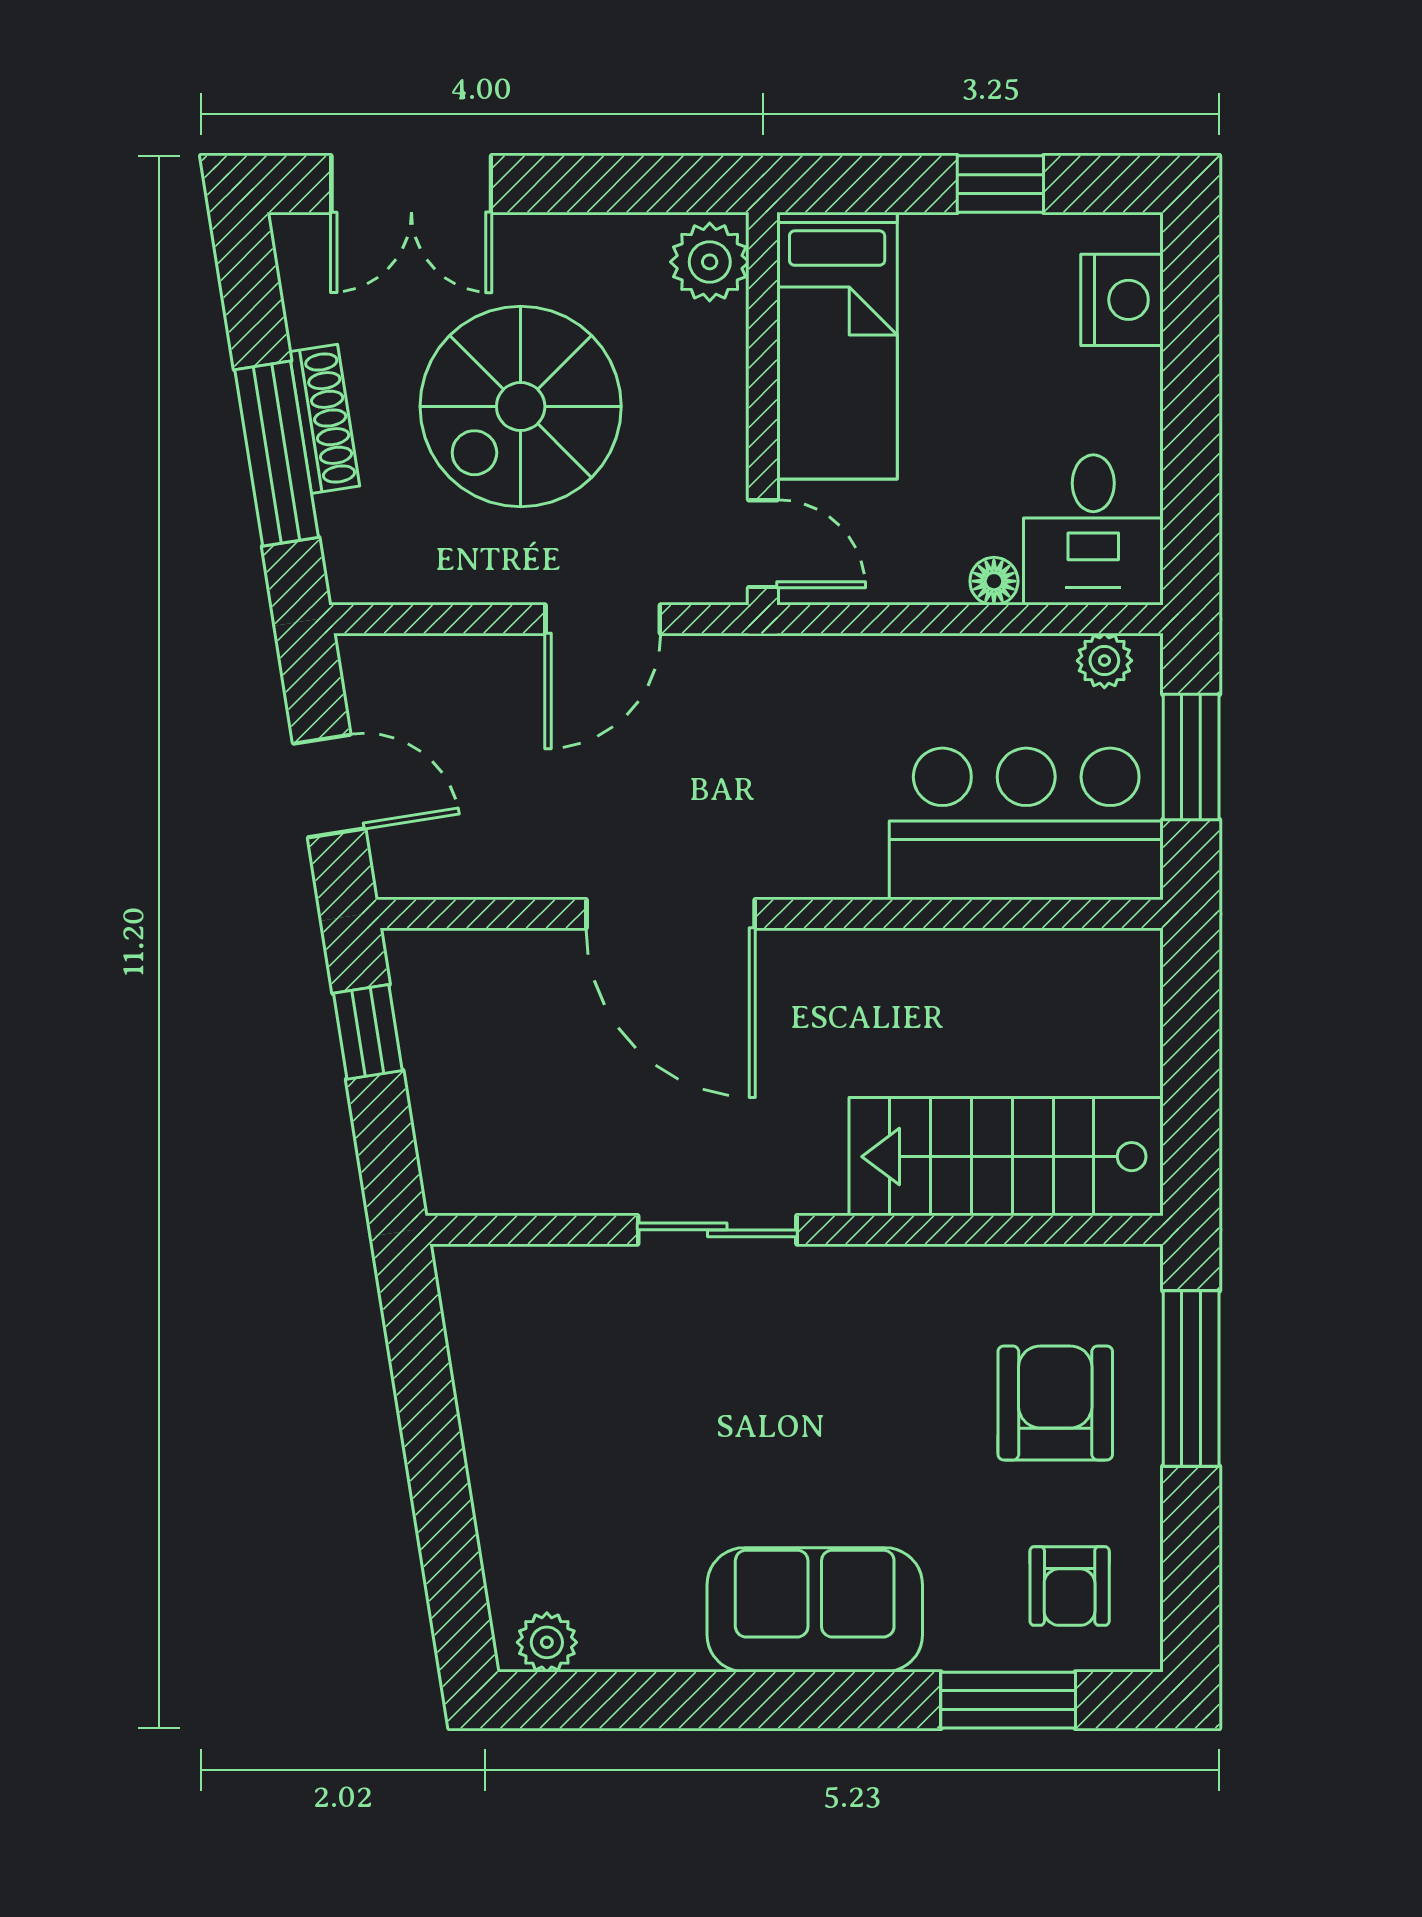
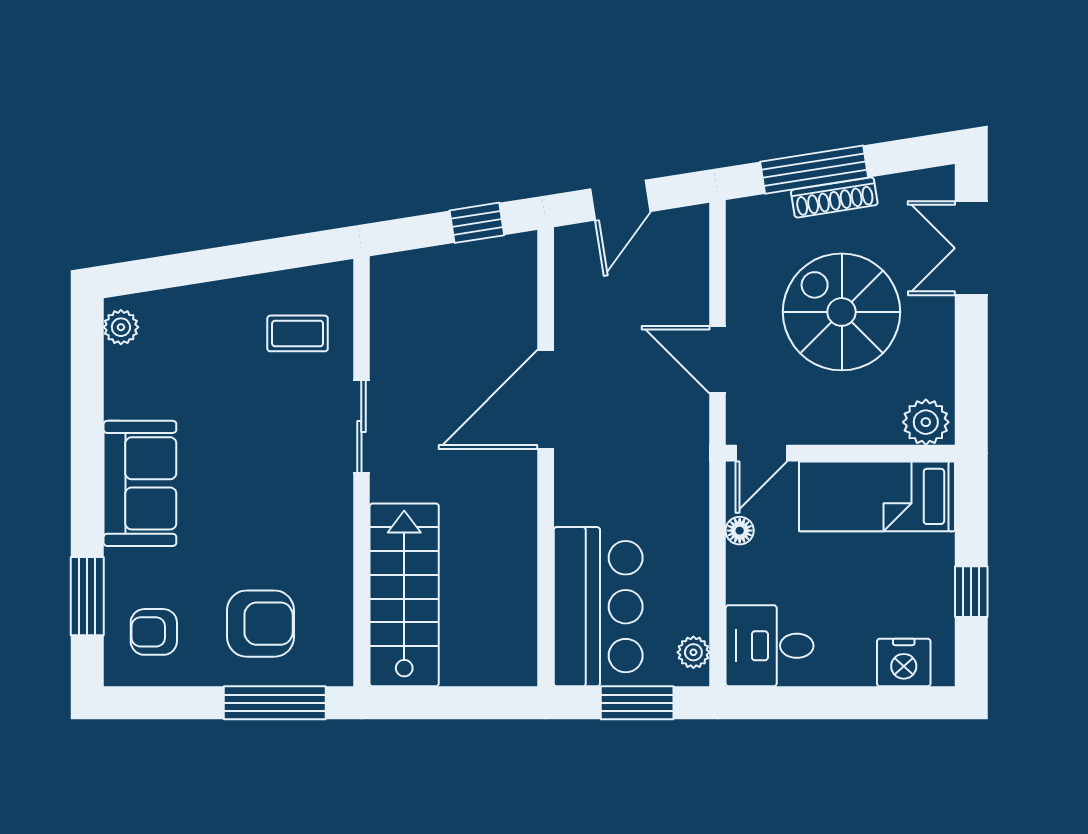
floor lamp: (994, 581) -> (740, 531), moved
coffee table: (558, 1339) -> (298, 333), added

